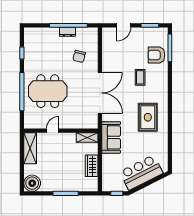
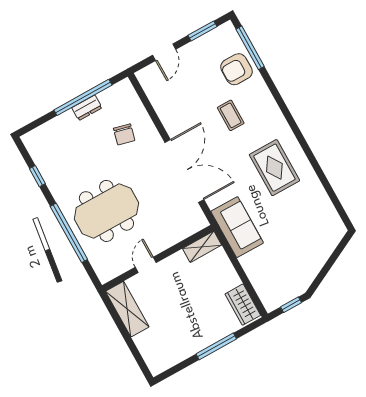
wardrobe: (92, 166) -> (243, 305), moved
bar counter: (141, 172) -> (310, 254), removed
boiler: (32, 183) -> (159, 359), removed

